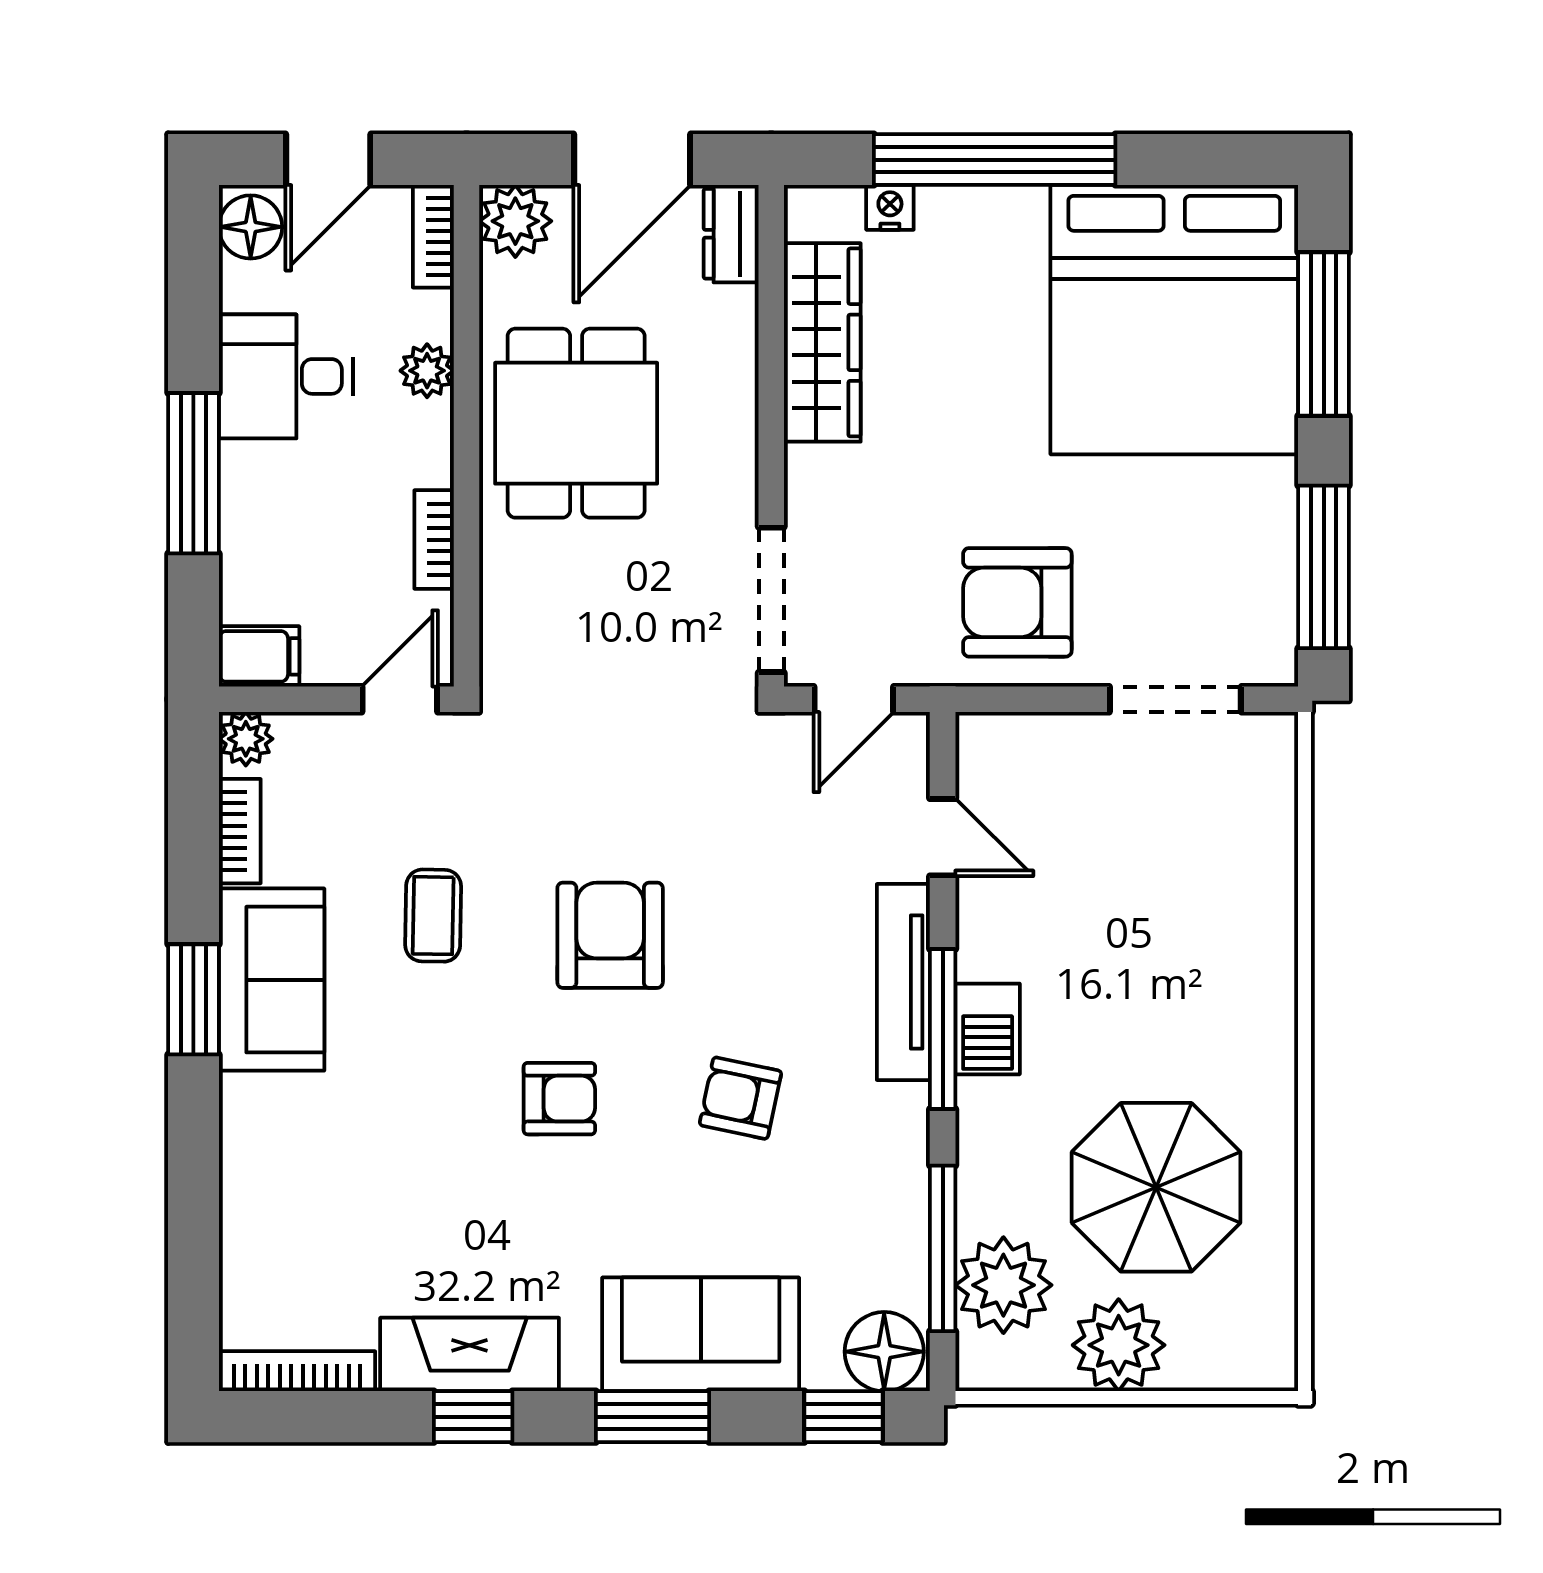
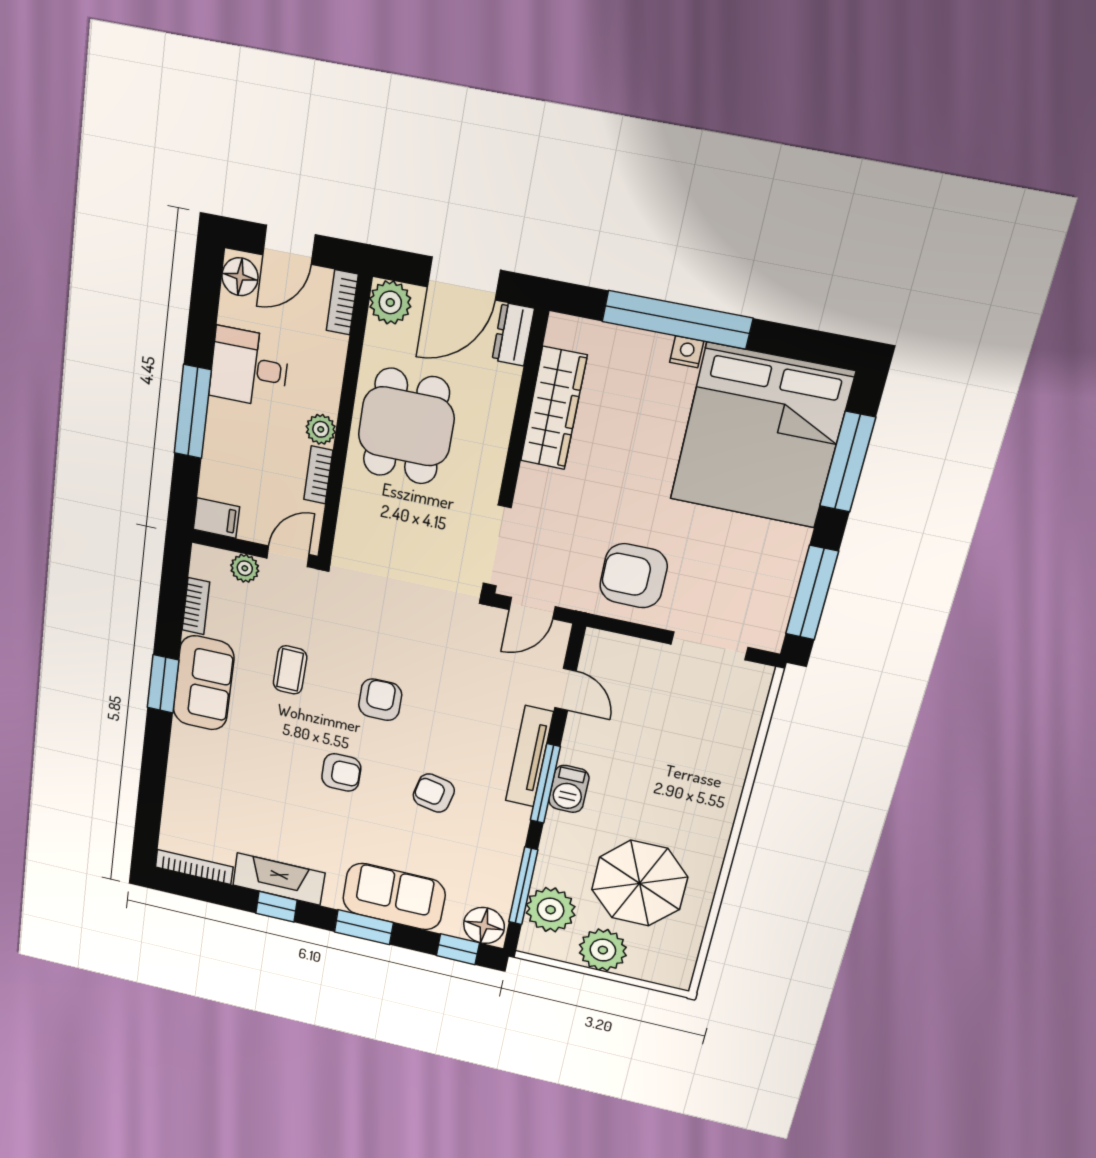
nightstand: (890, 207) -> (687, 352), moved
plant: (427, 371) -> (321, 429), moved
plant: (246, 739) -> (245, 568), moved
armchair: (610, 935) -> (380, 700), width x0.72, depth x0.72

